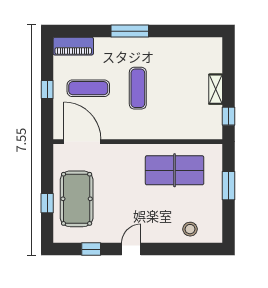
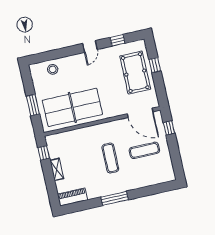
window: (130, 31) -> (115, 198), moved
piano: (73, 46) -> (72, 197), moved
window: (47, 89) -> (169, 128), moved
table tennis table: (175, 170) -> (72, 107), width x1.36, depth x1.32

